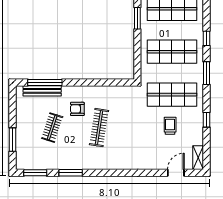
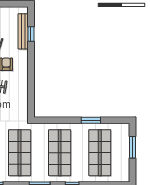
window: (45, 82) -> (31, 34), width x0.46

